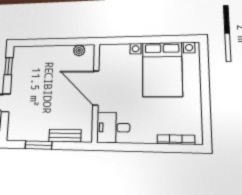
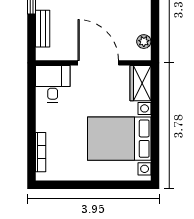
wardrobe: (114, 52) -> (141, 83), added
door: (96, 88) -> (98, 63), hinge flipped

